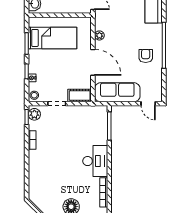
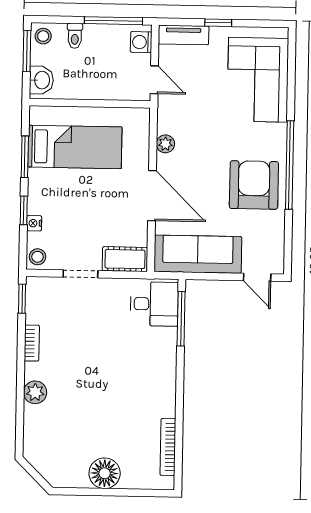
armchair: (146, 56) -> (254, 185), width x1.88, depth x1.88
plant: (34, 114) -> (35, 392), moved
desk: (95, 161) -> (154, 304), moved, width x0.73

